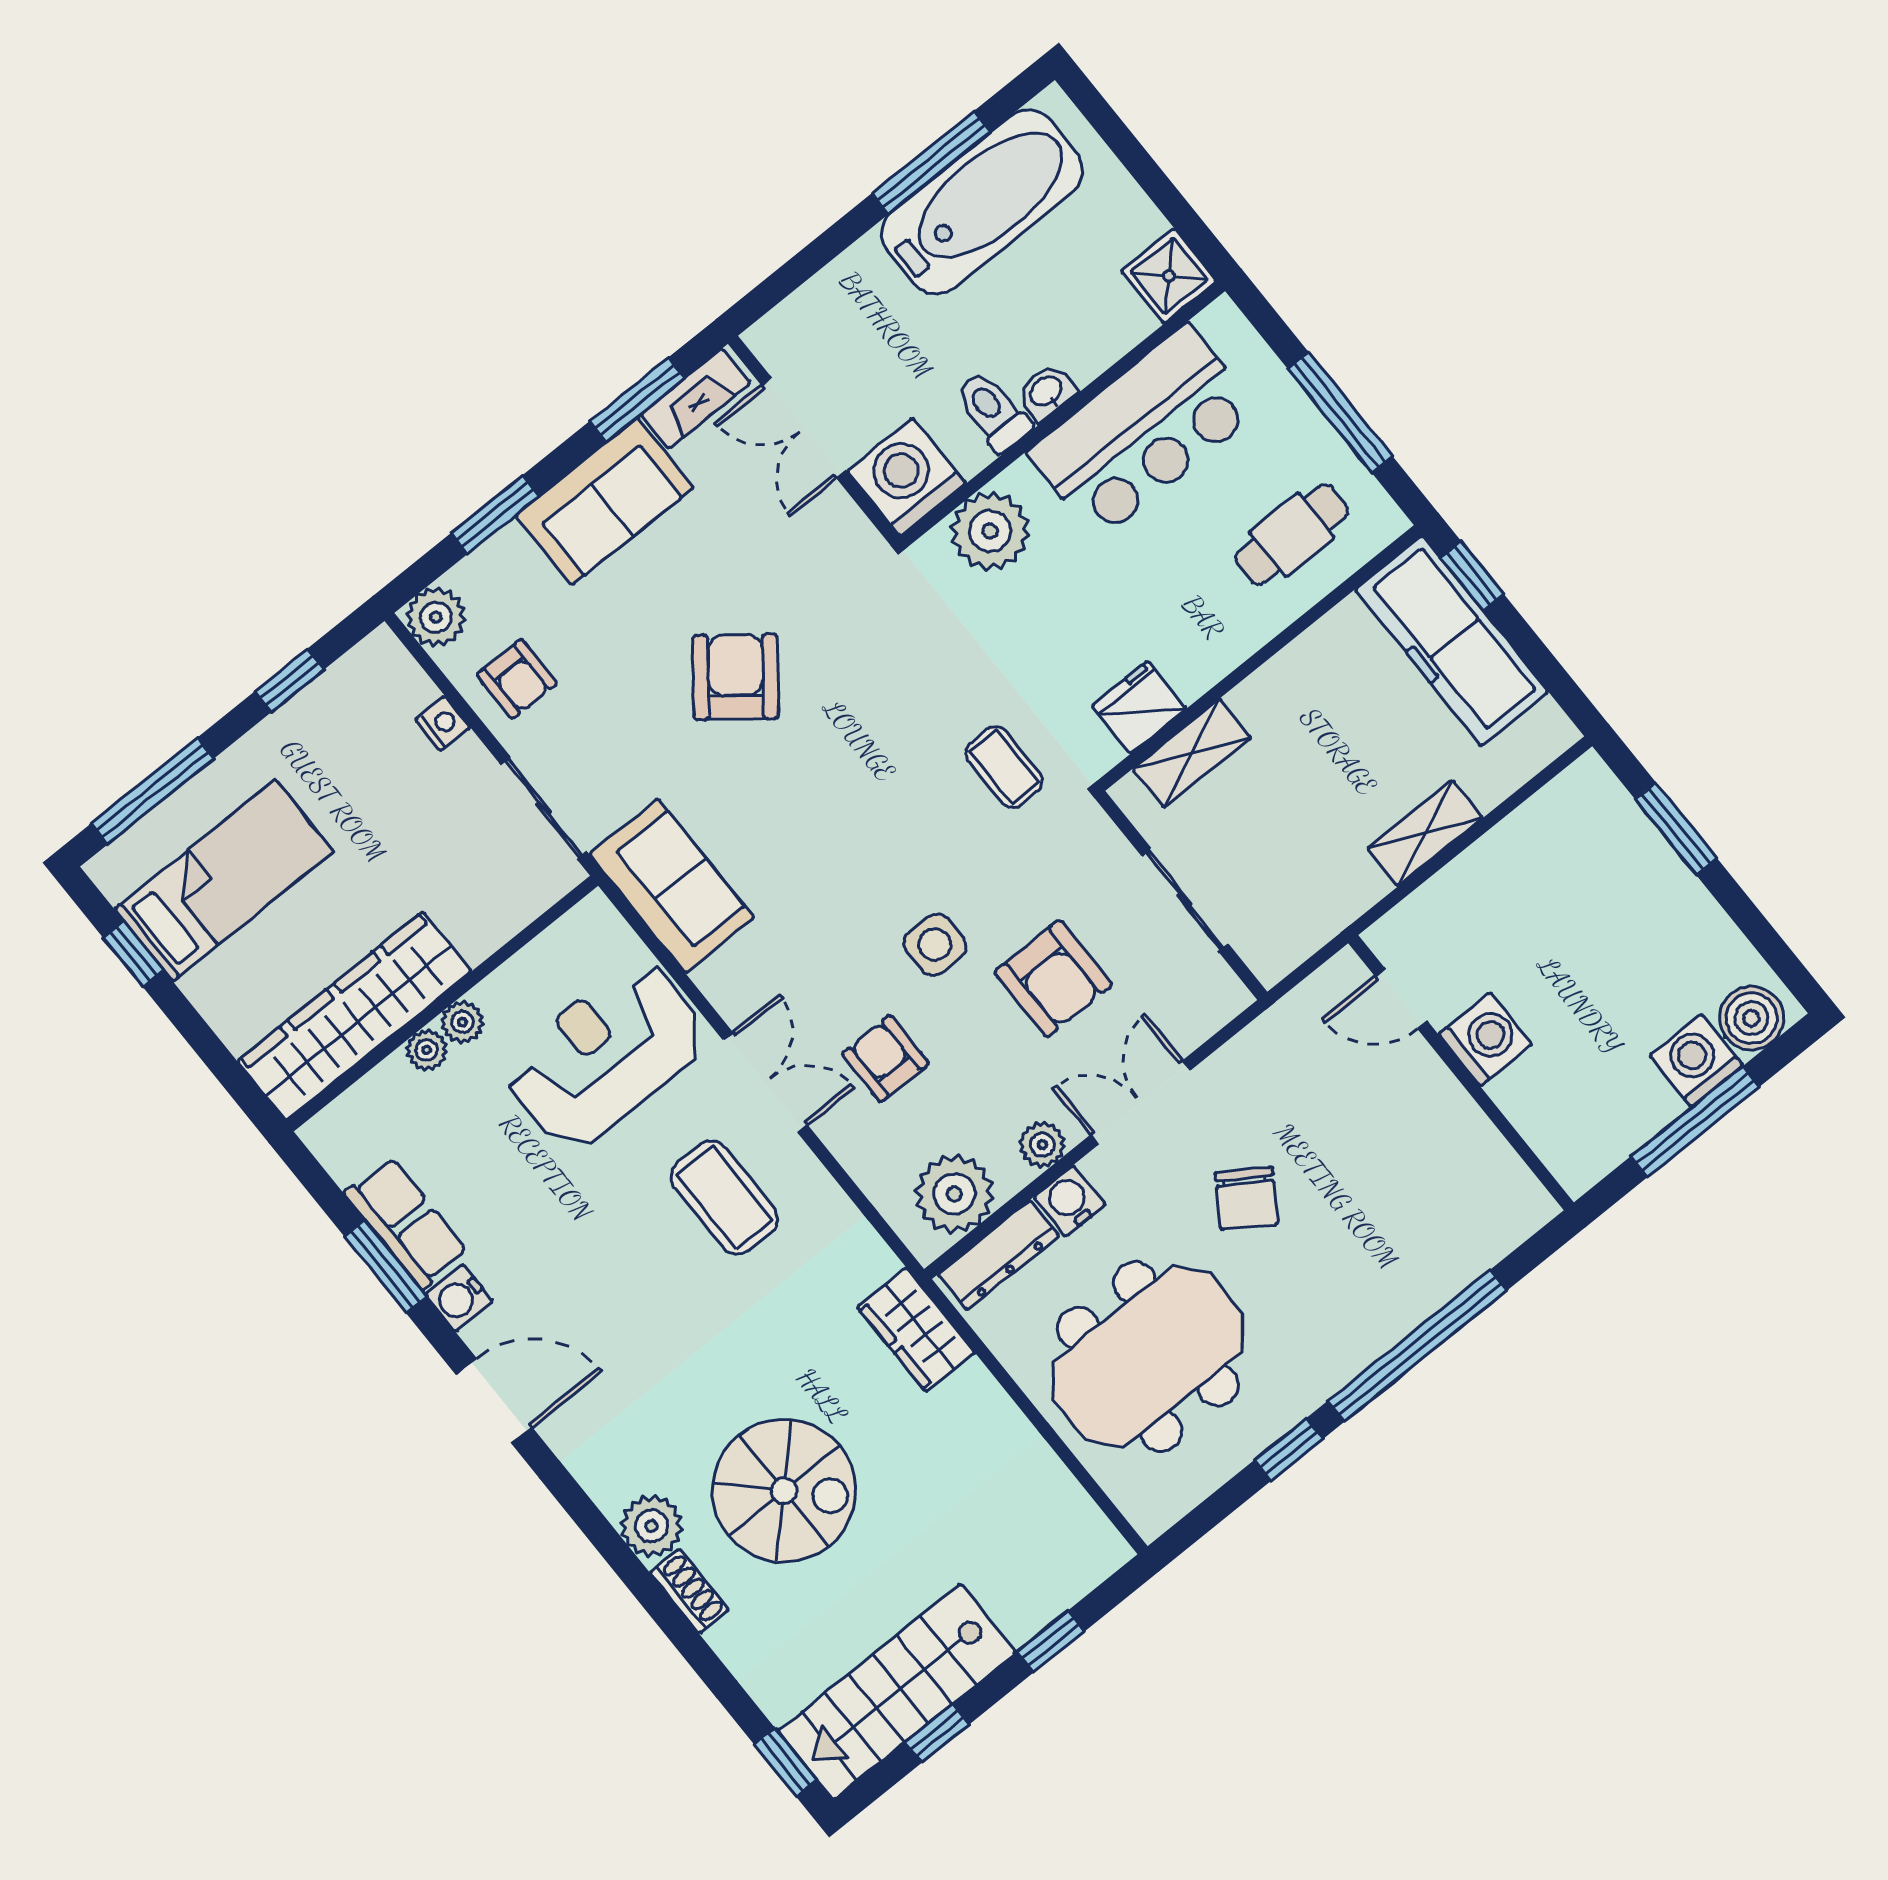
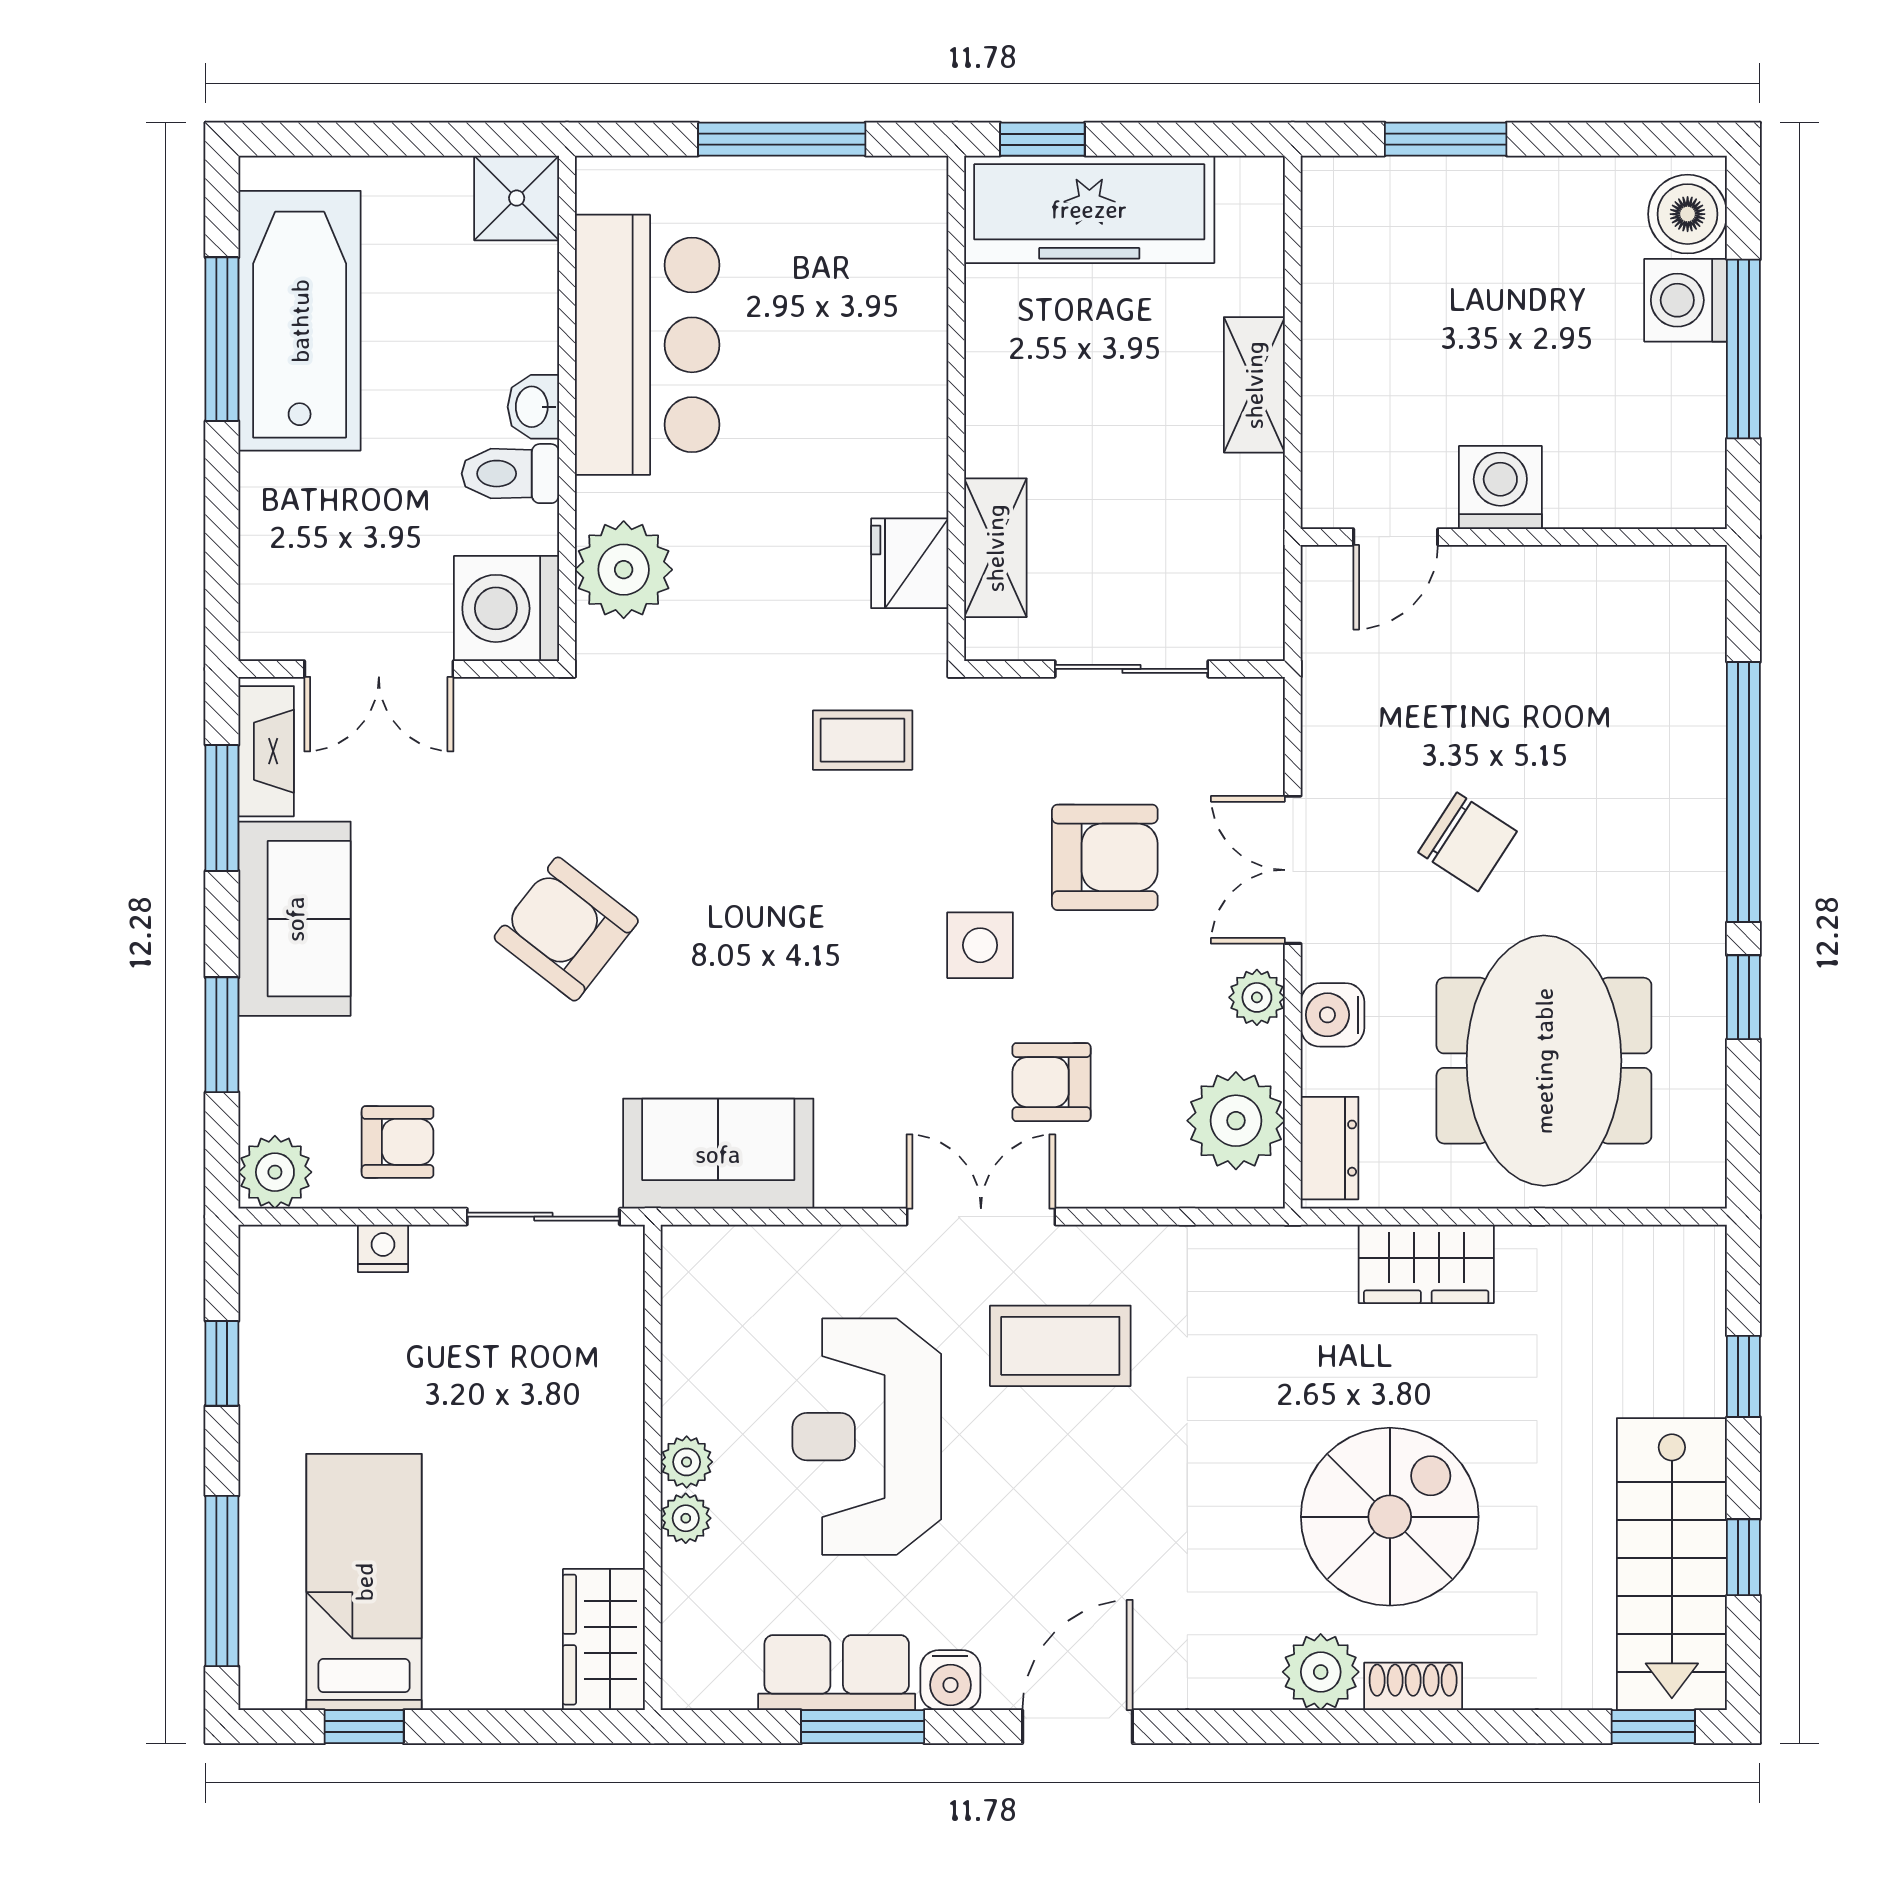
cafe table: (1292, 535) -> (862, 281), removed
wardrobe: (354, 1016) -> (604, 1640), width x0.48, depth x0.85
reception desk: (605, 1055) -> (867, 1437), moved
dresser: (999, 1255) -> (1330, 1148), width x0.70
wardrobe: (916, 1330) -> (1426, 1264), moved

